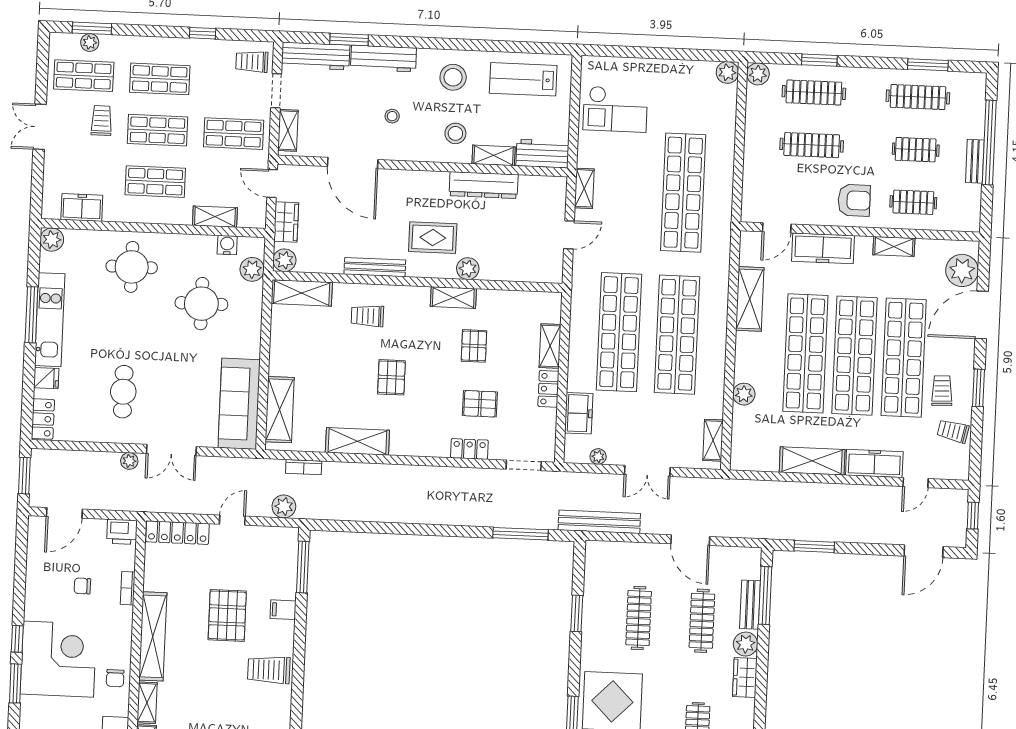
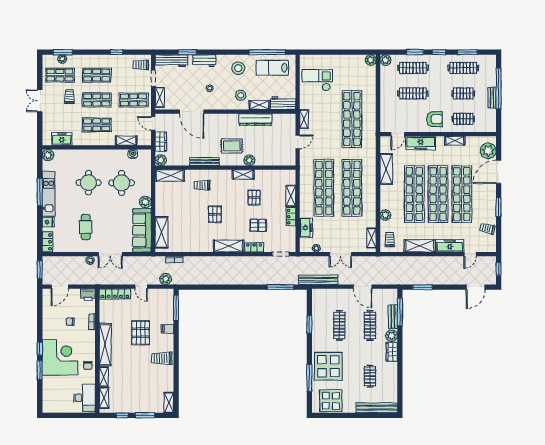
window: (514, 47) -> (267, 52), added
workbench: (383, 59) -> (204, 61), width x0.73
window: (869, 62) -> (439, 52), added
checkout: (615, 109) -> (317, 80), turned 180
round table: (132, 267) -> (88, 183), moved
plant: (252, 269) -> (145, 202), moved
trolley: (942, 391) -> (390, 240), moved
shelving: (357, 441) -> (229, 246), moved
door: (232, 520) -> (141, 287), swing flipped

